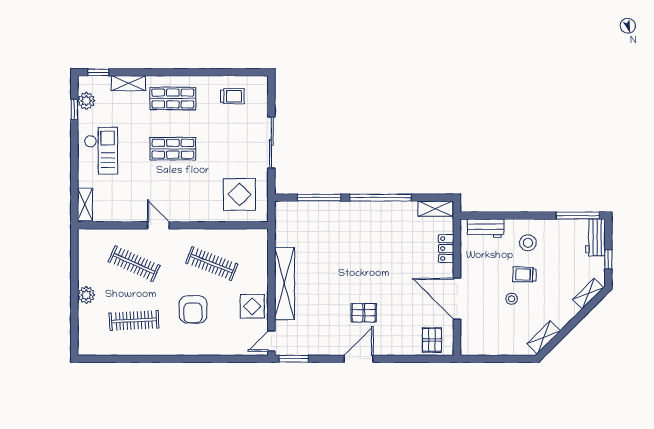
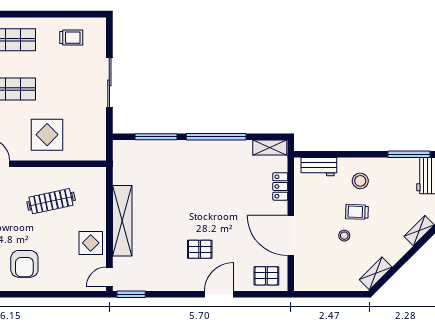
display table: (239, 194) -> (47, 135), moved
clothes rail: (212, 264) -> (51, 201), turned -33
armchair: (193, 309) -> (24, 264), moved
pallet: (432, 340) -> (266, 276), turned 90
door: (359, 359) -> (219, 294), moved

